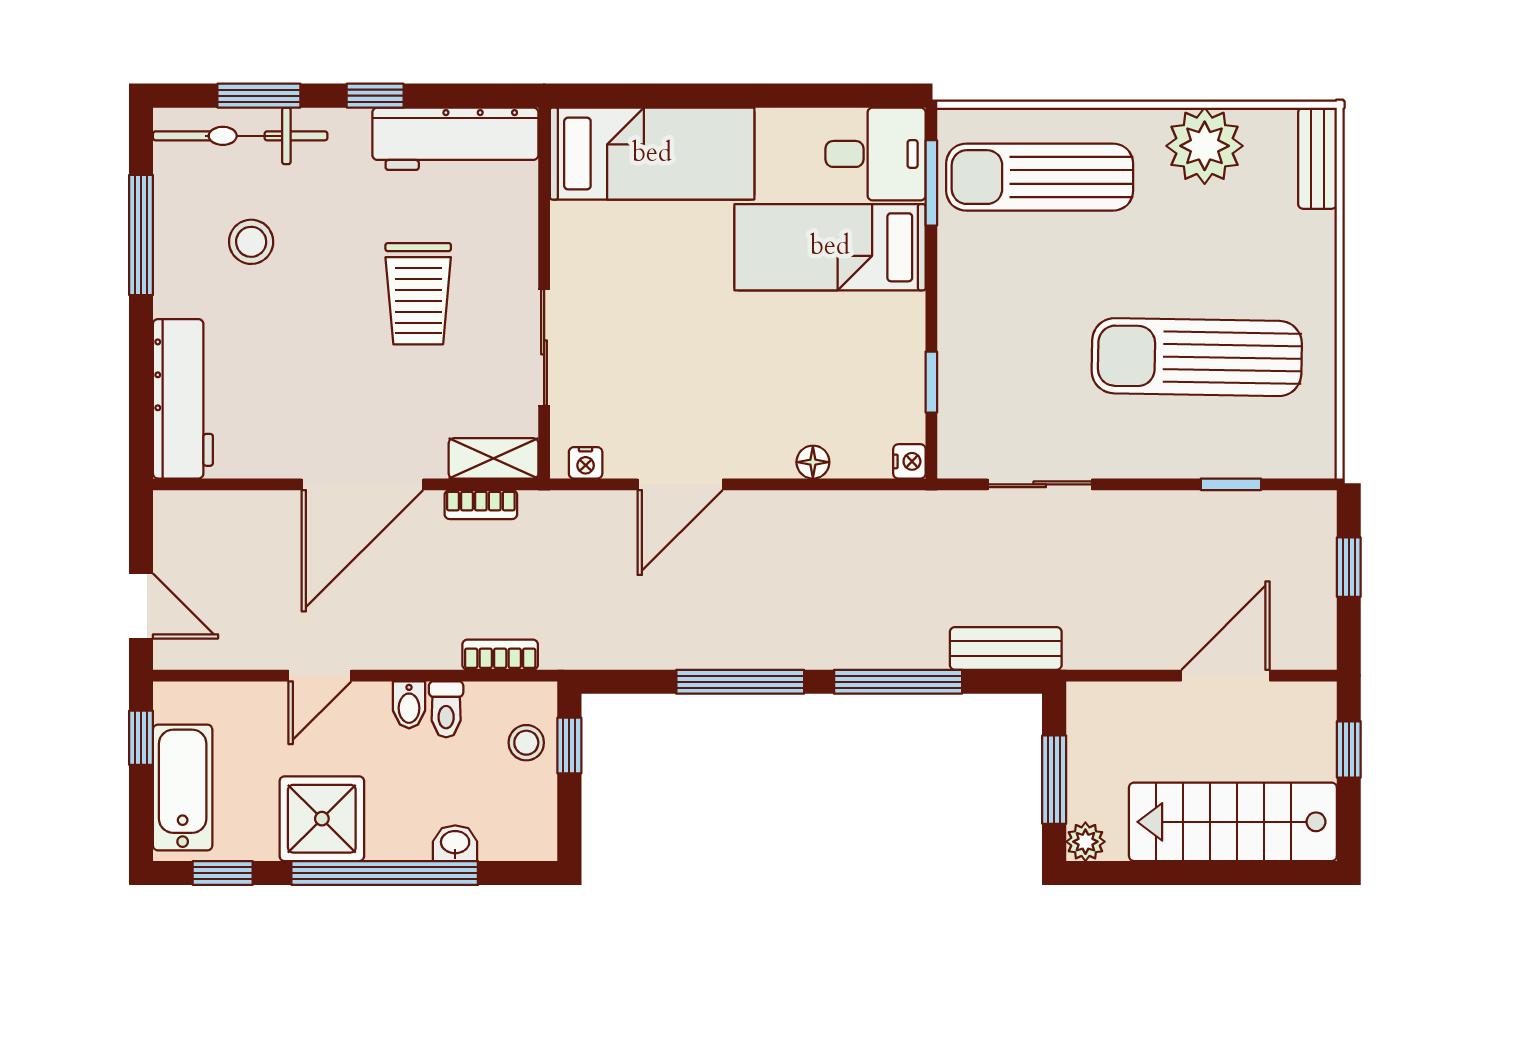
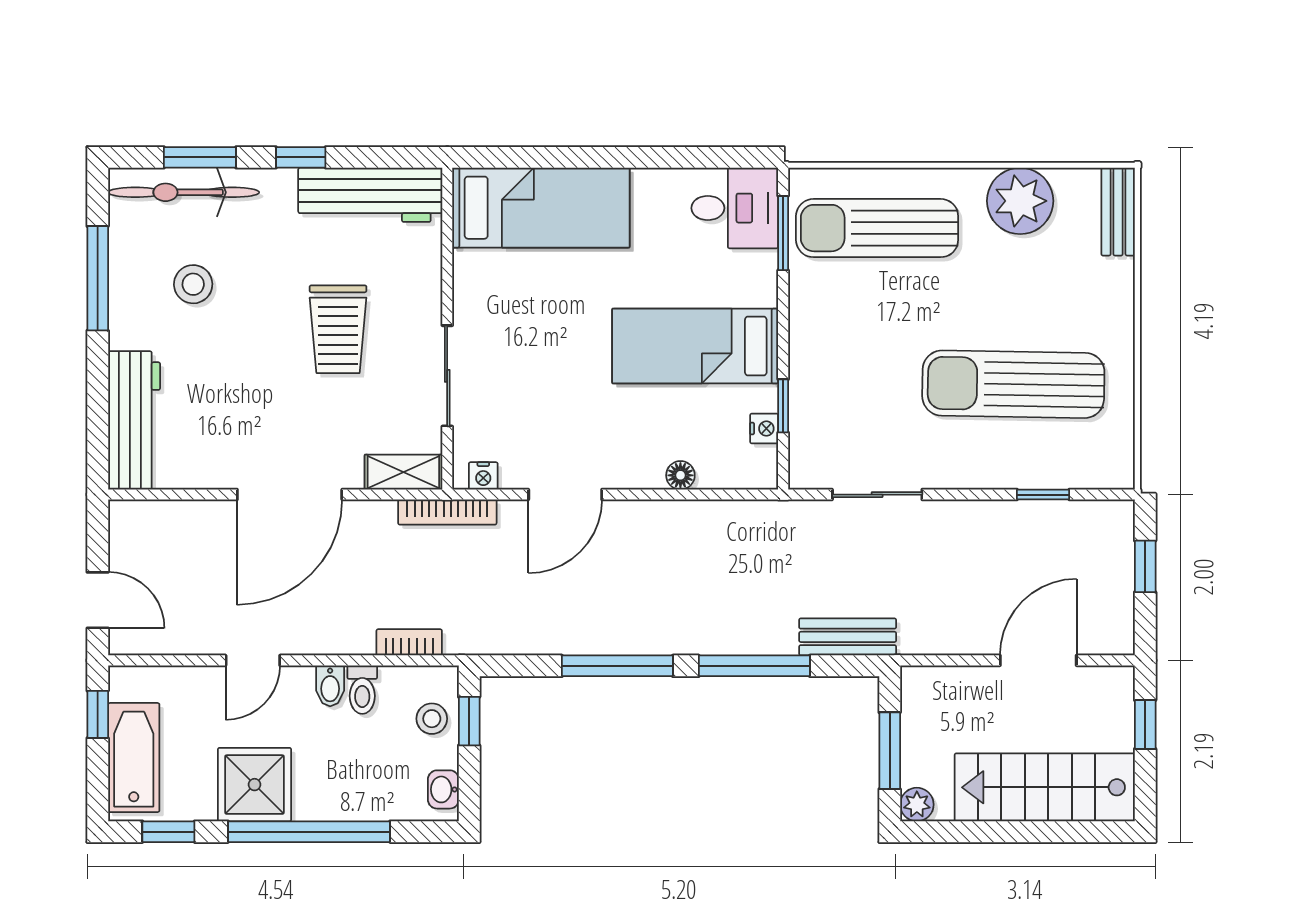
bed: (830, 247) -> (695, 346), moved
nightstand: (909, 461) -> (764, 429), moved
bookcase: (481, 505) -> (447, 512), moved, width x1.56
washbasin: (455, 843) -> (443, 789), moved, turned -90

